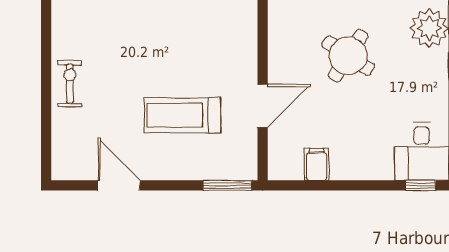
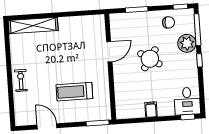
door: (263, 106) -> (109, 52), moved
filing cabinet: (317, 164) -> (151, 110), moved

